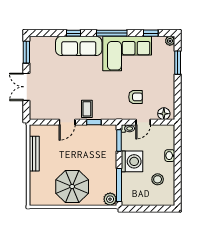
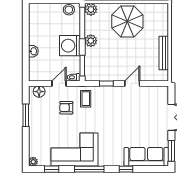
sofa: (79, 46) -> (146, 157), moved
window: (178, 63) -> (26, 115), moved
coffee table: (87, 109) -> (86, 99), moved
plant: (110, 167) -> (91, 41), added
stool: (158, 179) -> (69, 10), moved

